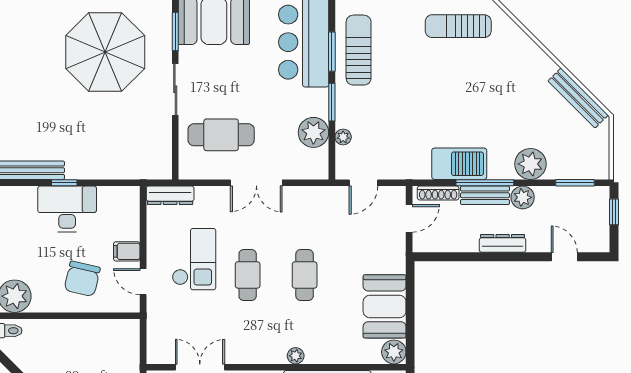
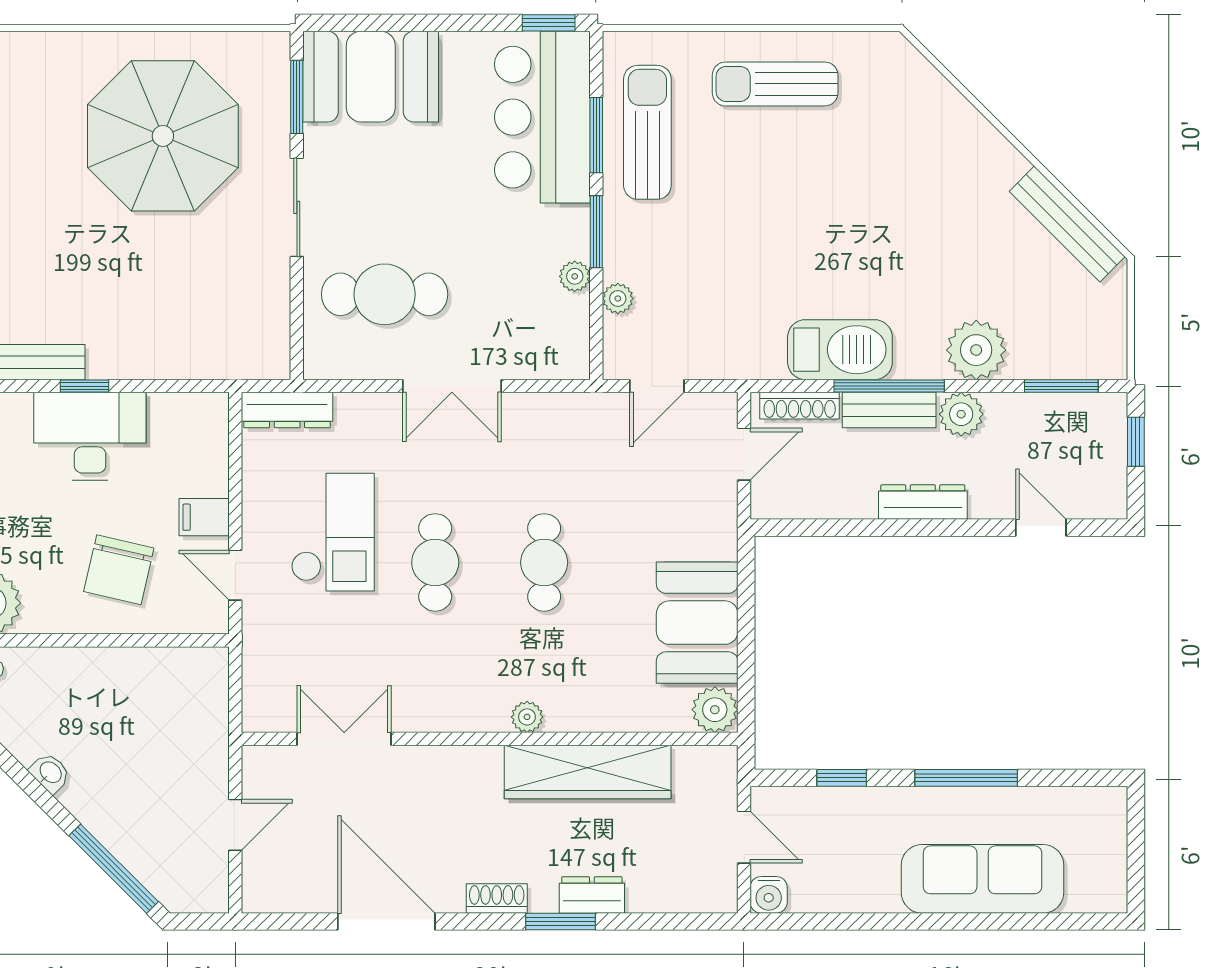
sun lounger: (458, 26) -> (775, 84), moved
plant: (313, 132) -> (575, 276), width x0.53, depth x0.53

